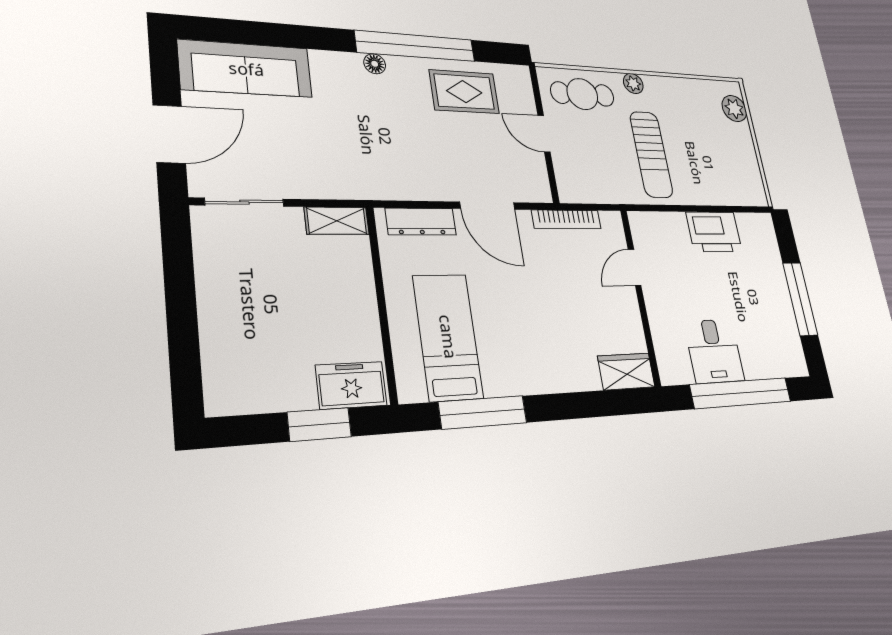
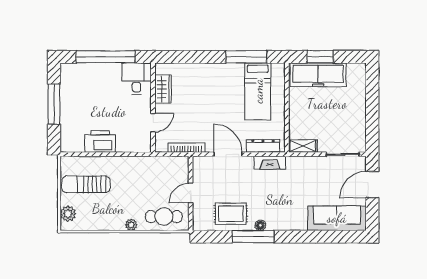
window: (415, 46) -> (253, 237), width x0.68
floor lamp: (375, 64) -> (260, 225), moved
door: (544, 134) -> (191, 193), swing flipped
sun lounger: (651, 154) -> (86, 184), moved, turned -90
fireplace: (402, 187) -> (270, 163), added
desk: (714, 351) -> (136, 79), moved
wardrobe: (626, 371) -> (163, 89), moved, turned -90
freezer: (351, 385) -> (318, 75), width x1.91, depth x1.26

